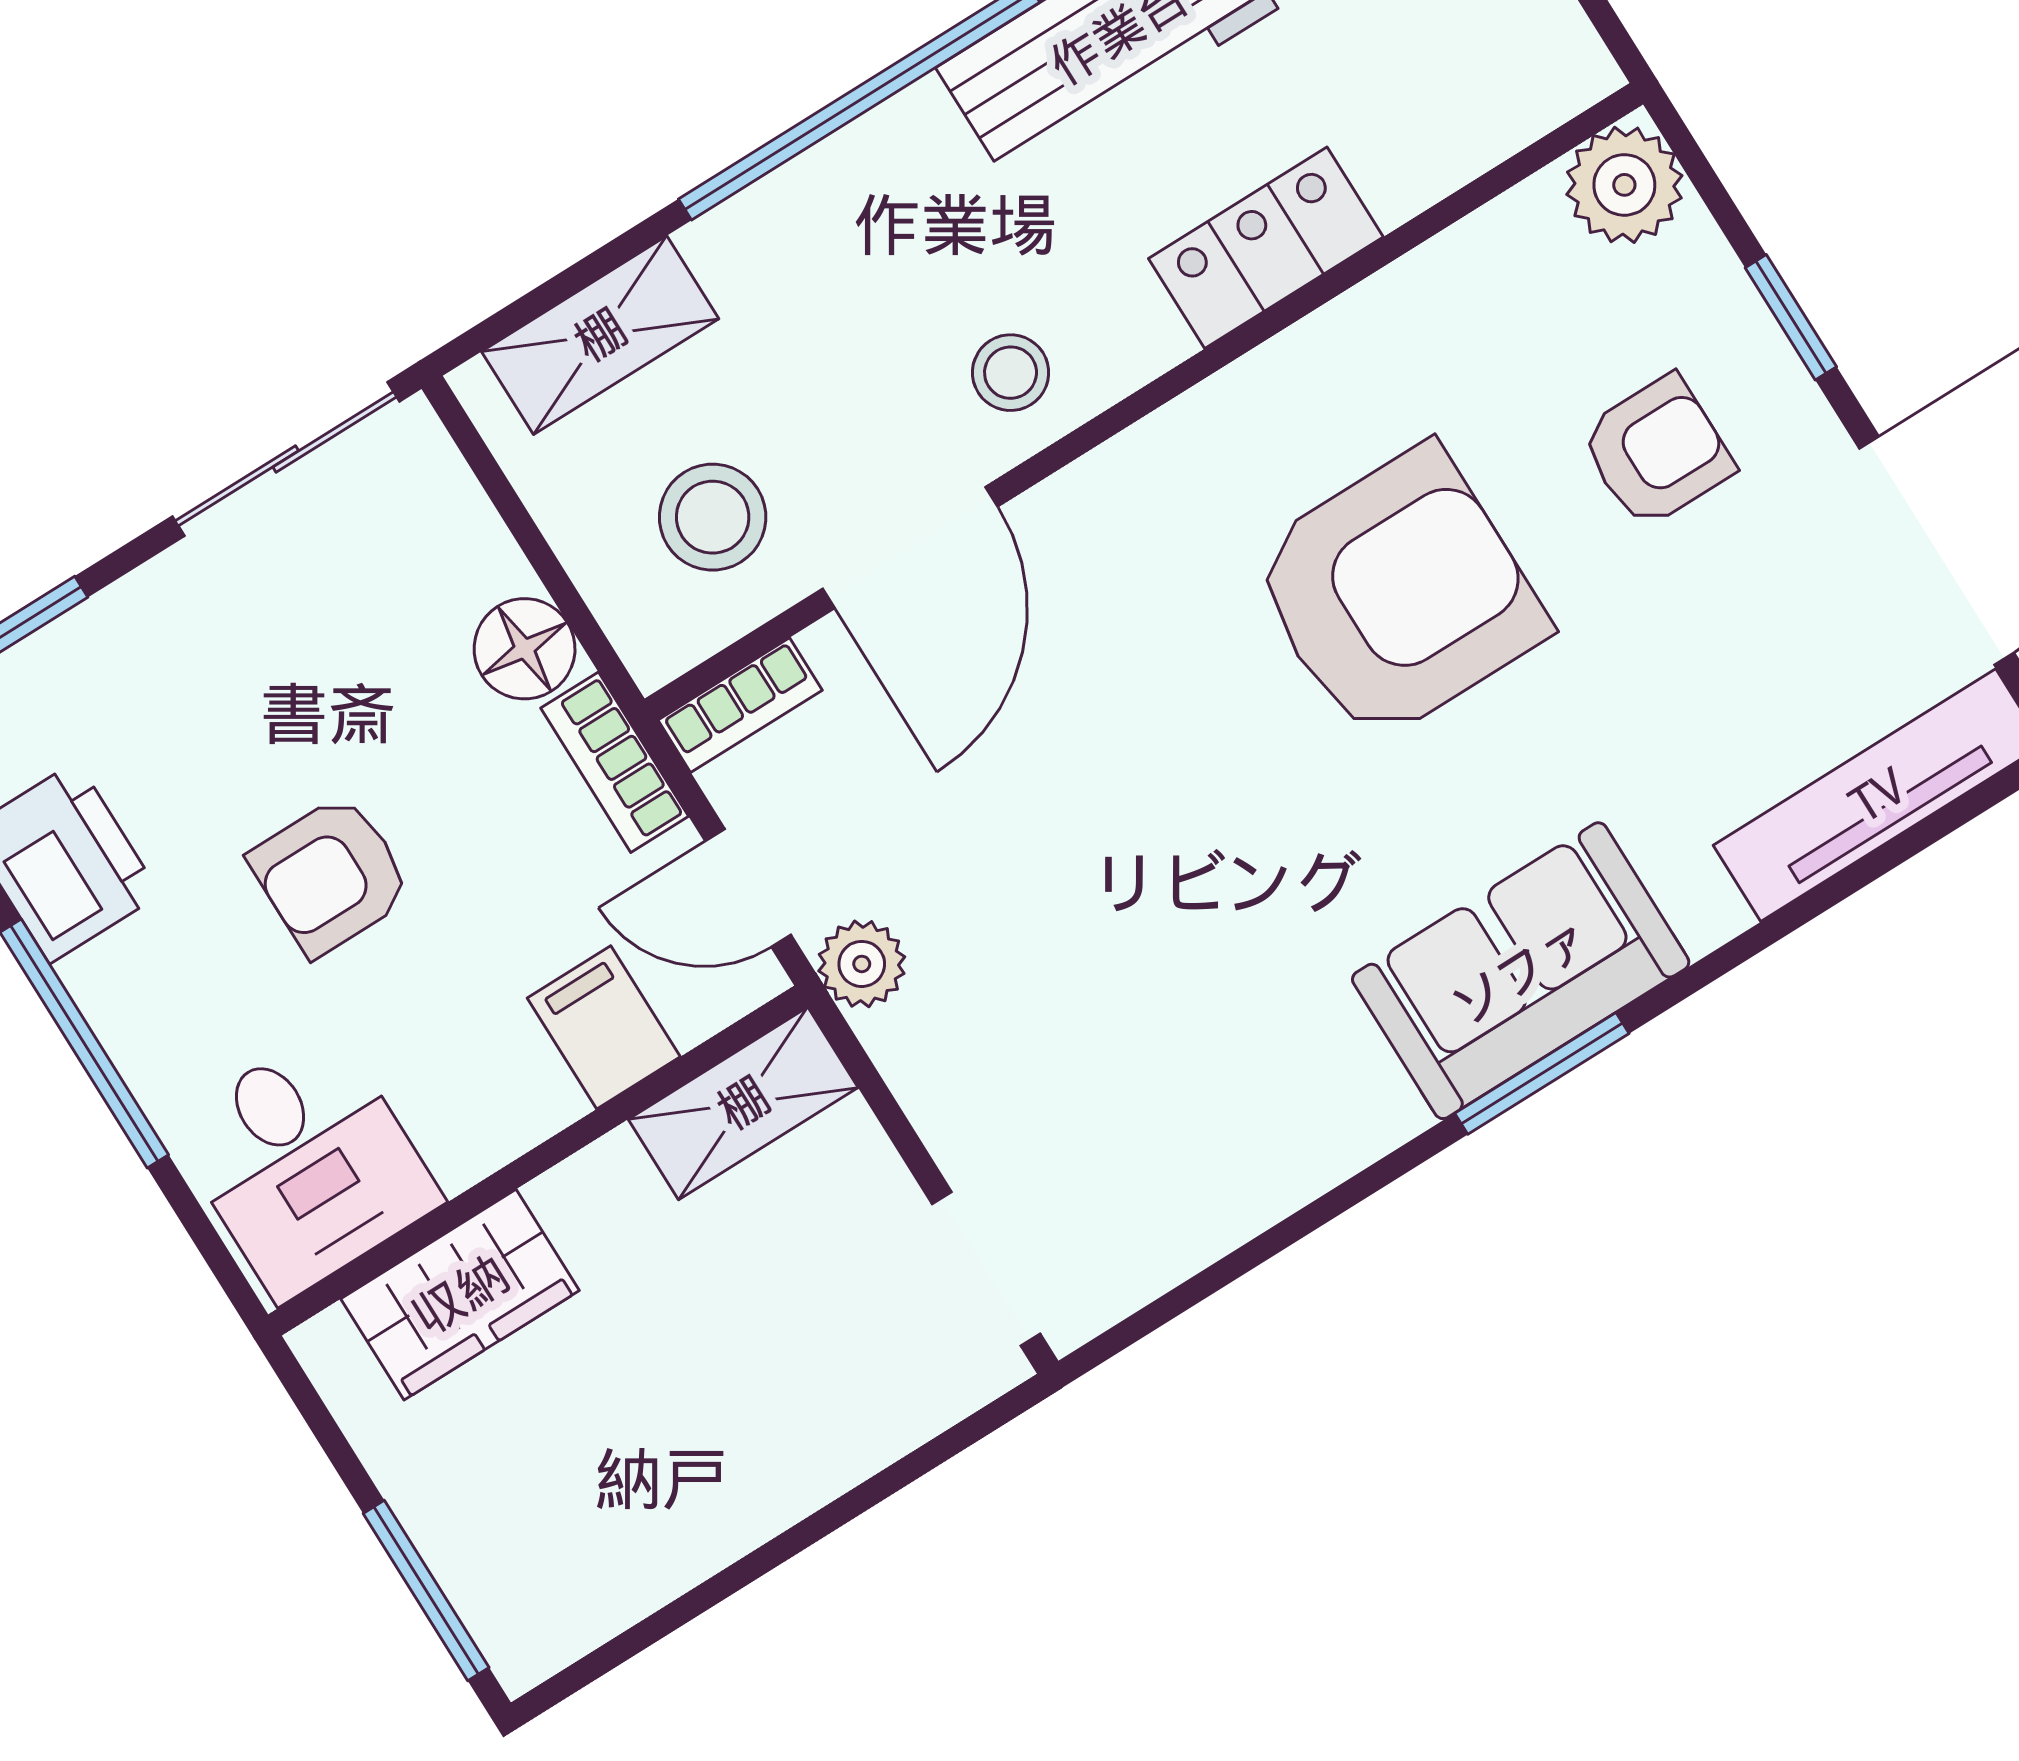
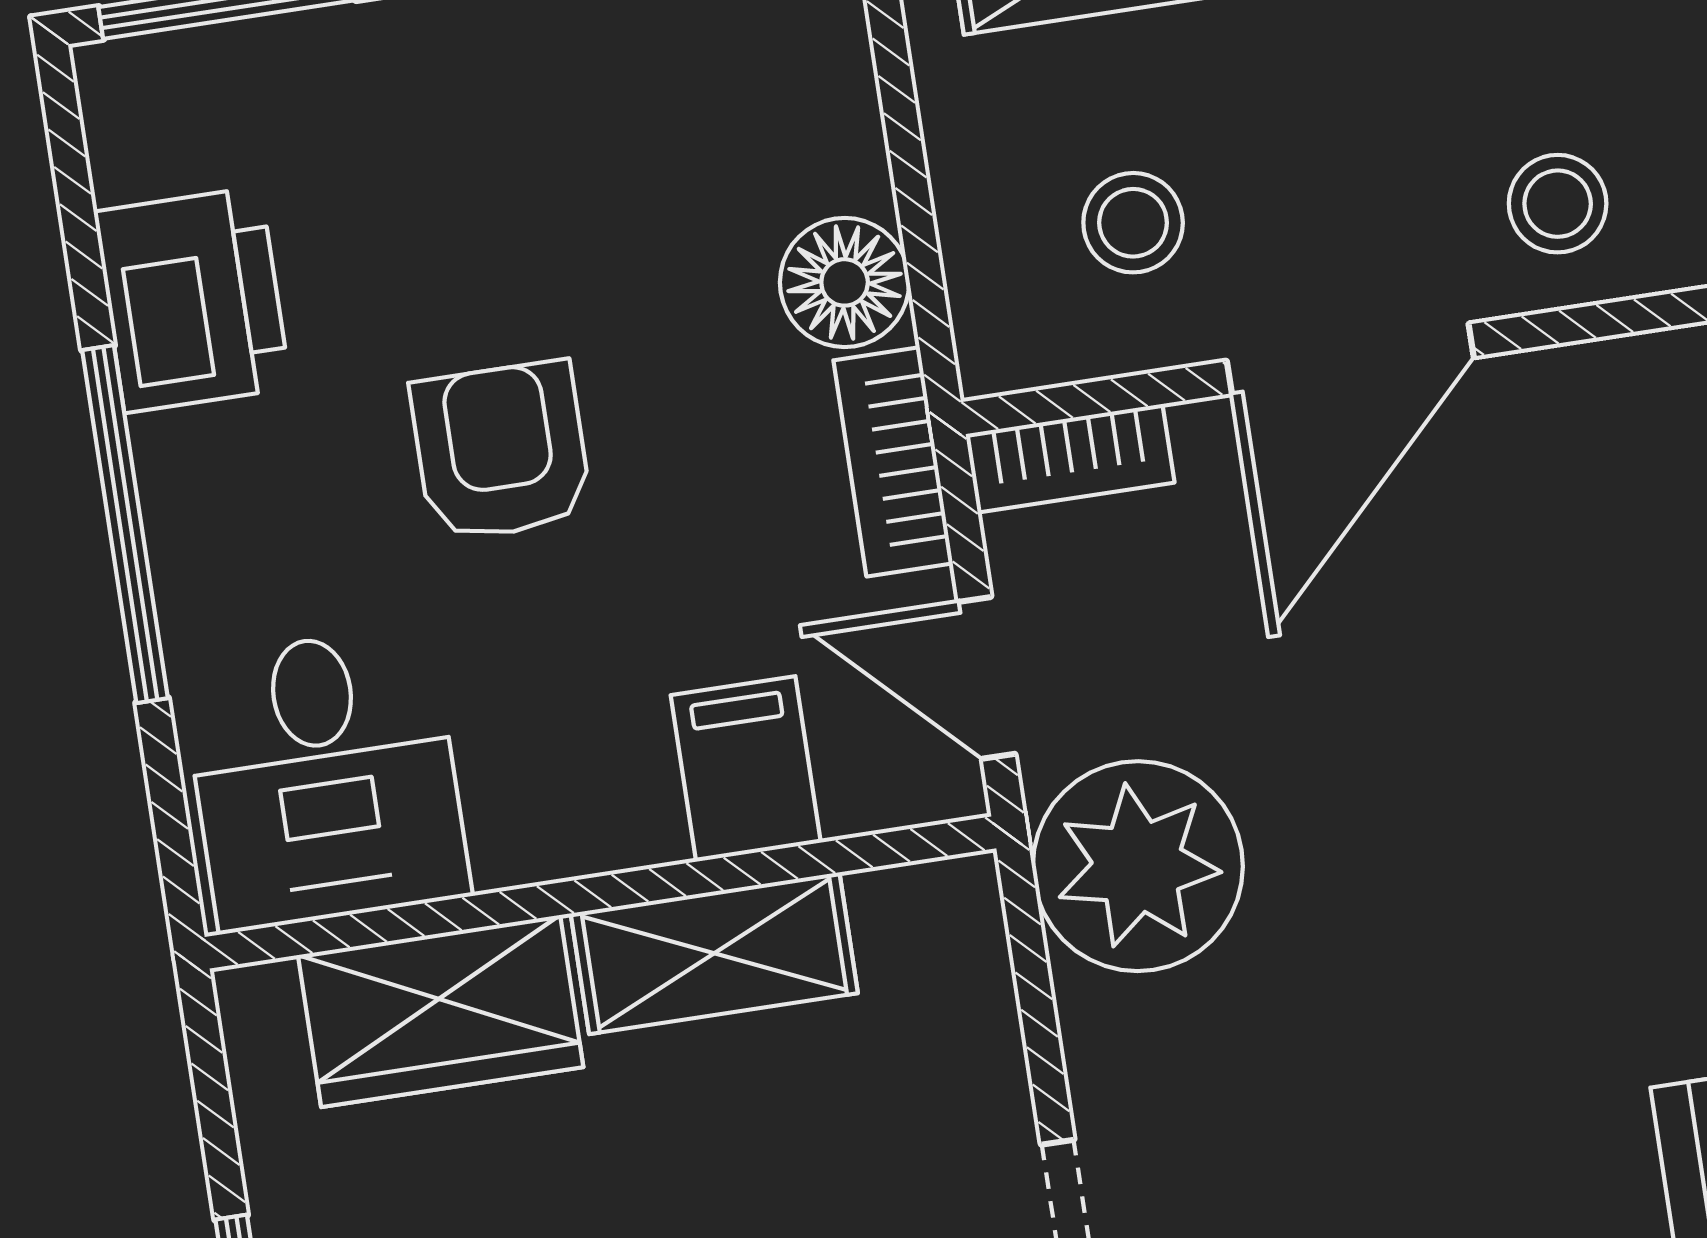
stool: (713, 517) -> (1133, 223), width x0.73, depth x0.73
armchair: (331, 875) -> (501, 451), turned 90
plant: (862, 964) -> (1138, 866), width x1.88, depth x1.88
shelving: (743, 1103) -> (714, 953), moved

